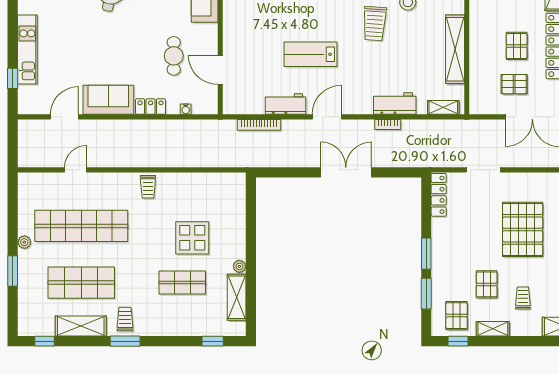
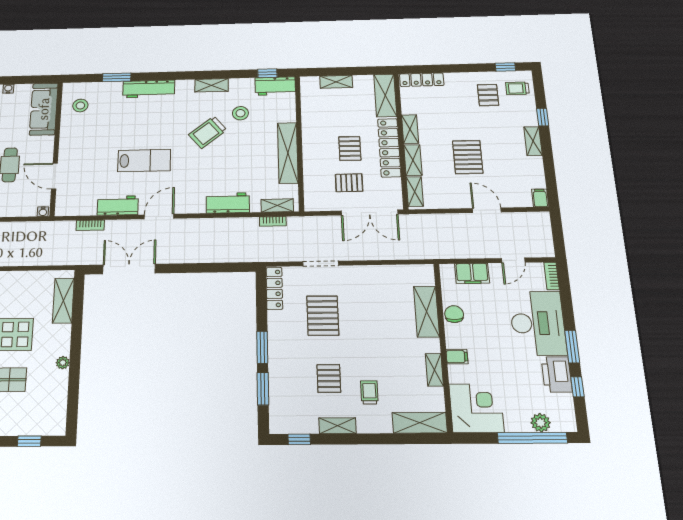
trolley: (375, 24) -> (208, 132), turned 47
lab bench: (311, 54) -> (144, 160), turned 180
water cooler: (186, 109) -> (43, 212), moved
bookcase: (259, 125) -> (90, 225), width x0.64
bookcase: (388, 125) -> (273, 221), moved
double door: (346, 172) -> (129, 269), moved
pallet: (523, 229) -> (323, 316), moved, width x0.73, depth x0.71
shelving: (237, 297) -> (63, 301), moved
pallet: (457, 316) -> (297, 412), removed

